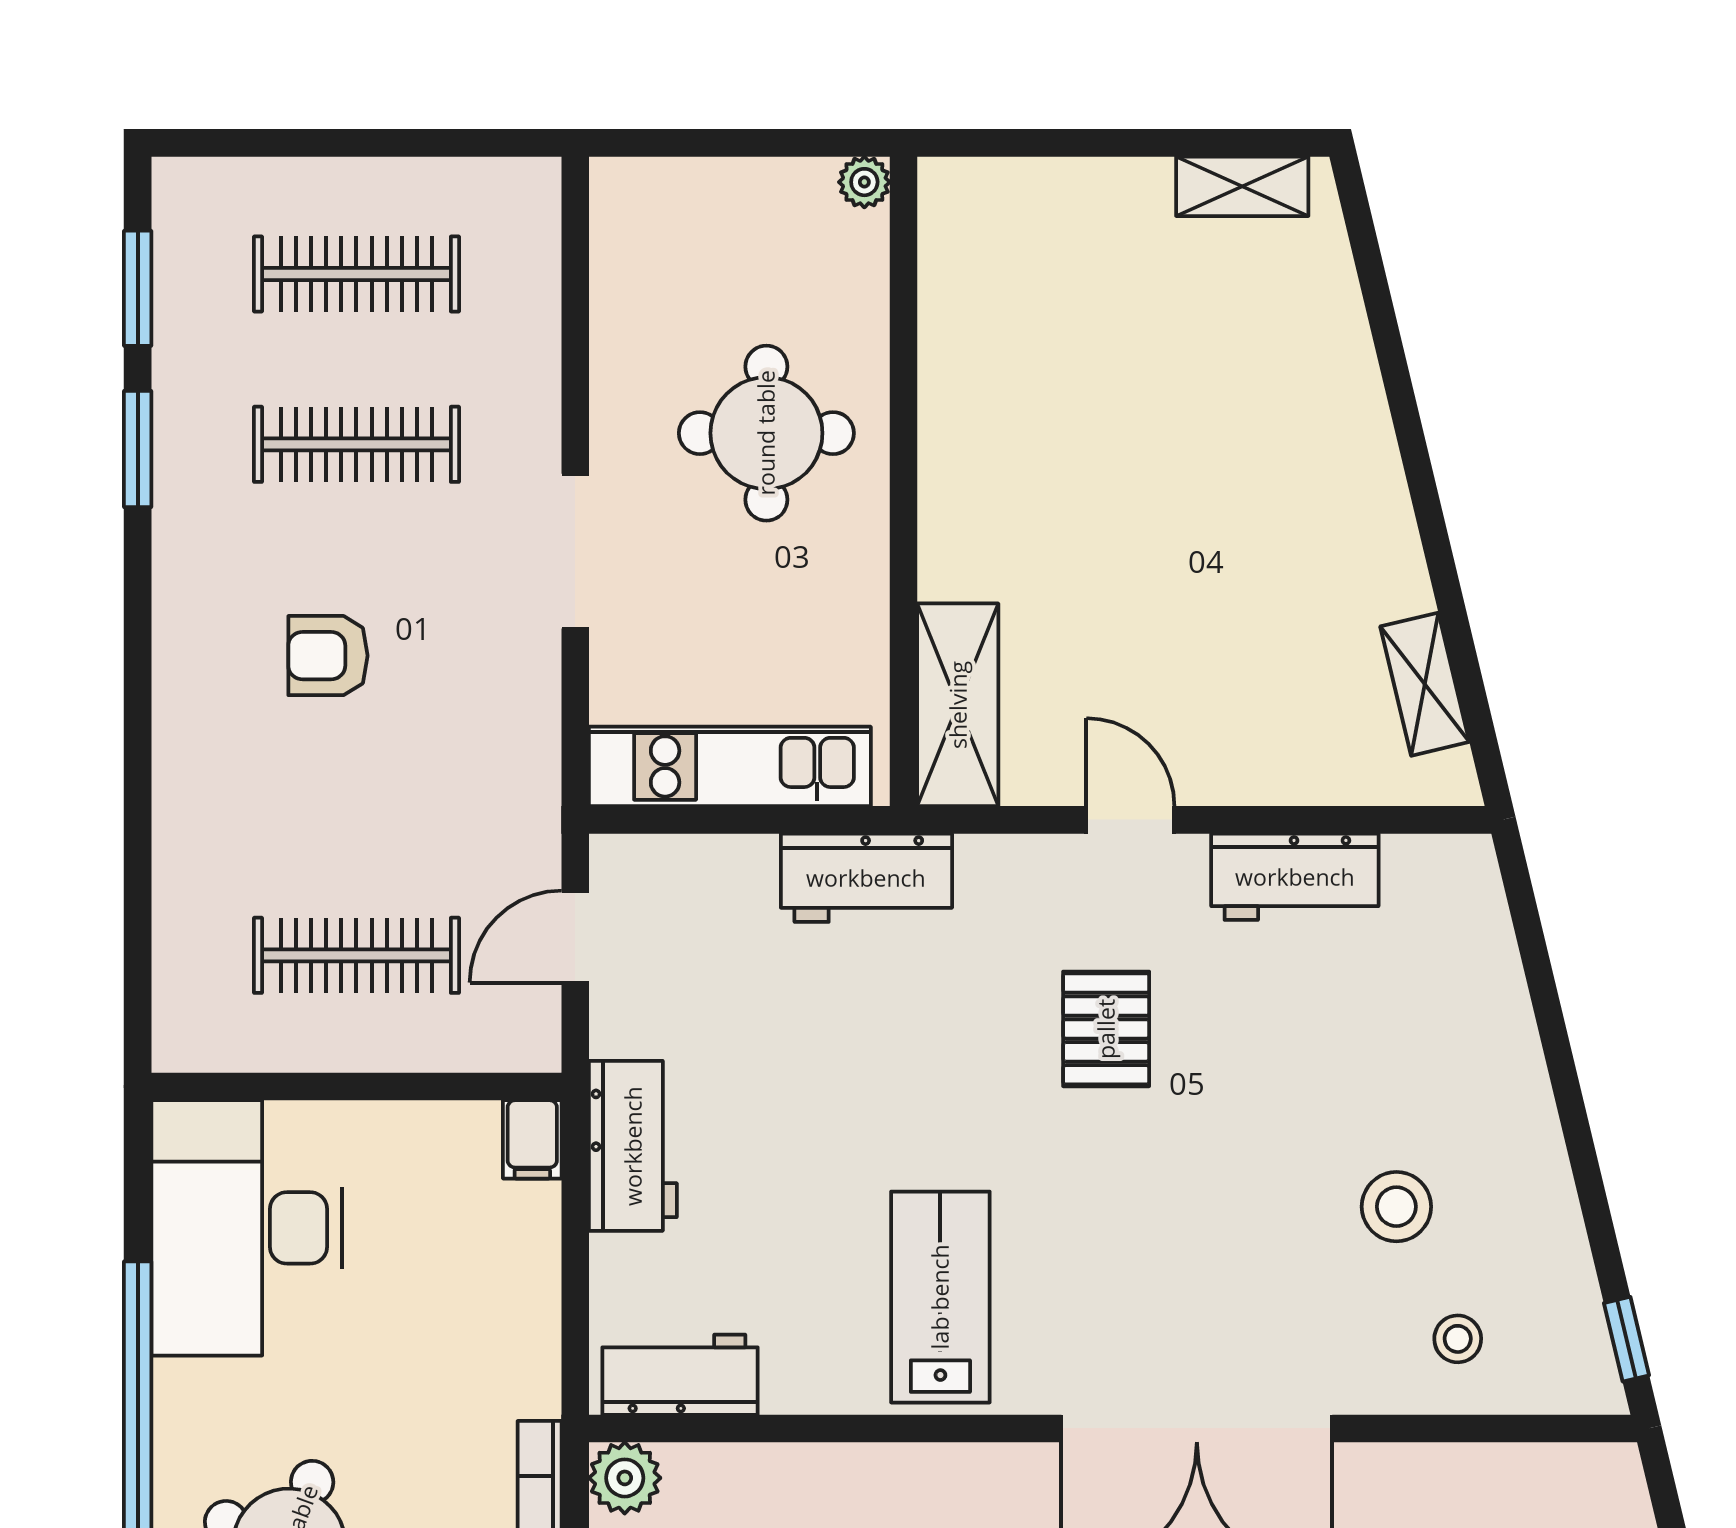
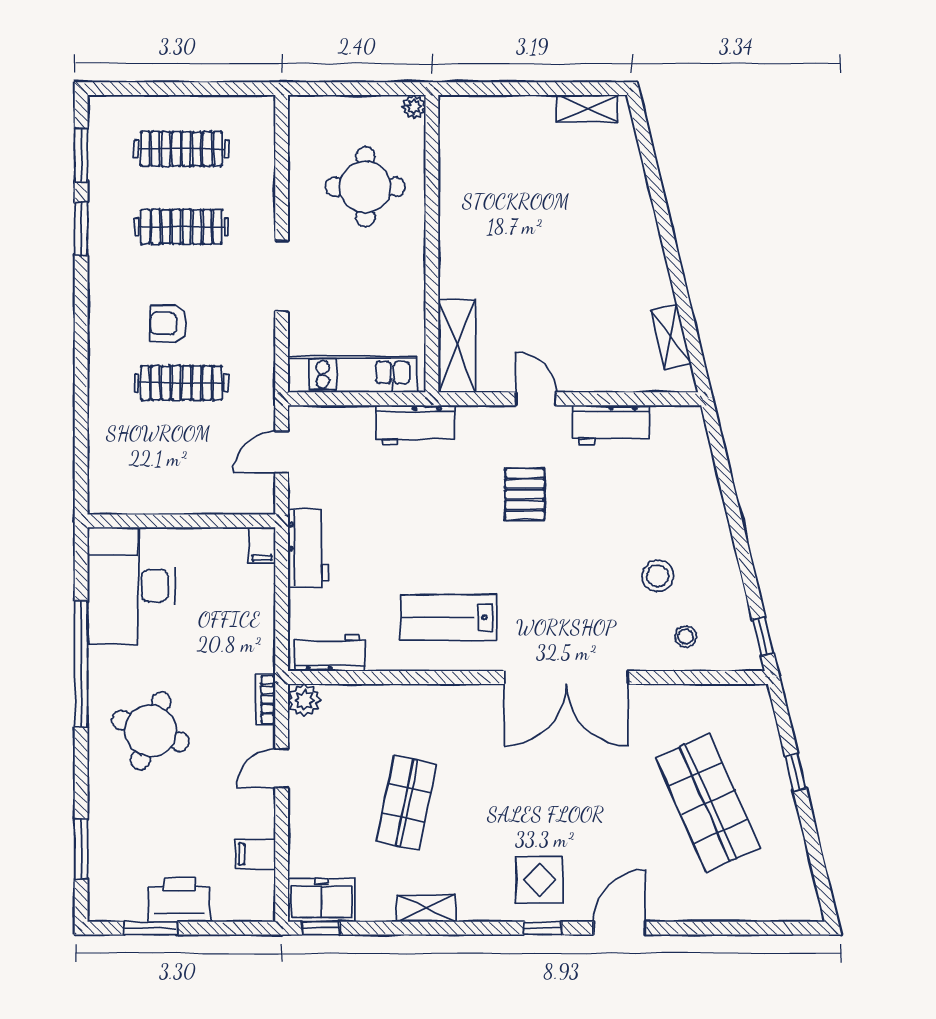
round table: (766, 433) -> (365, 187), moved
clothes rail: (356, 955) -> (181, 383), moved
lab bench: (940, 1297) -> (449, 617), turned -90

